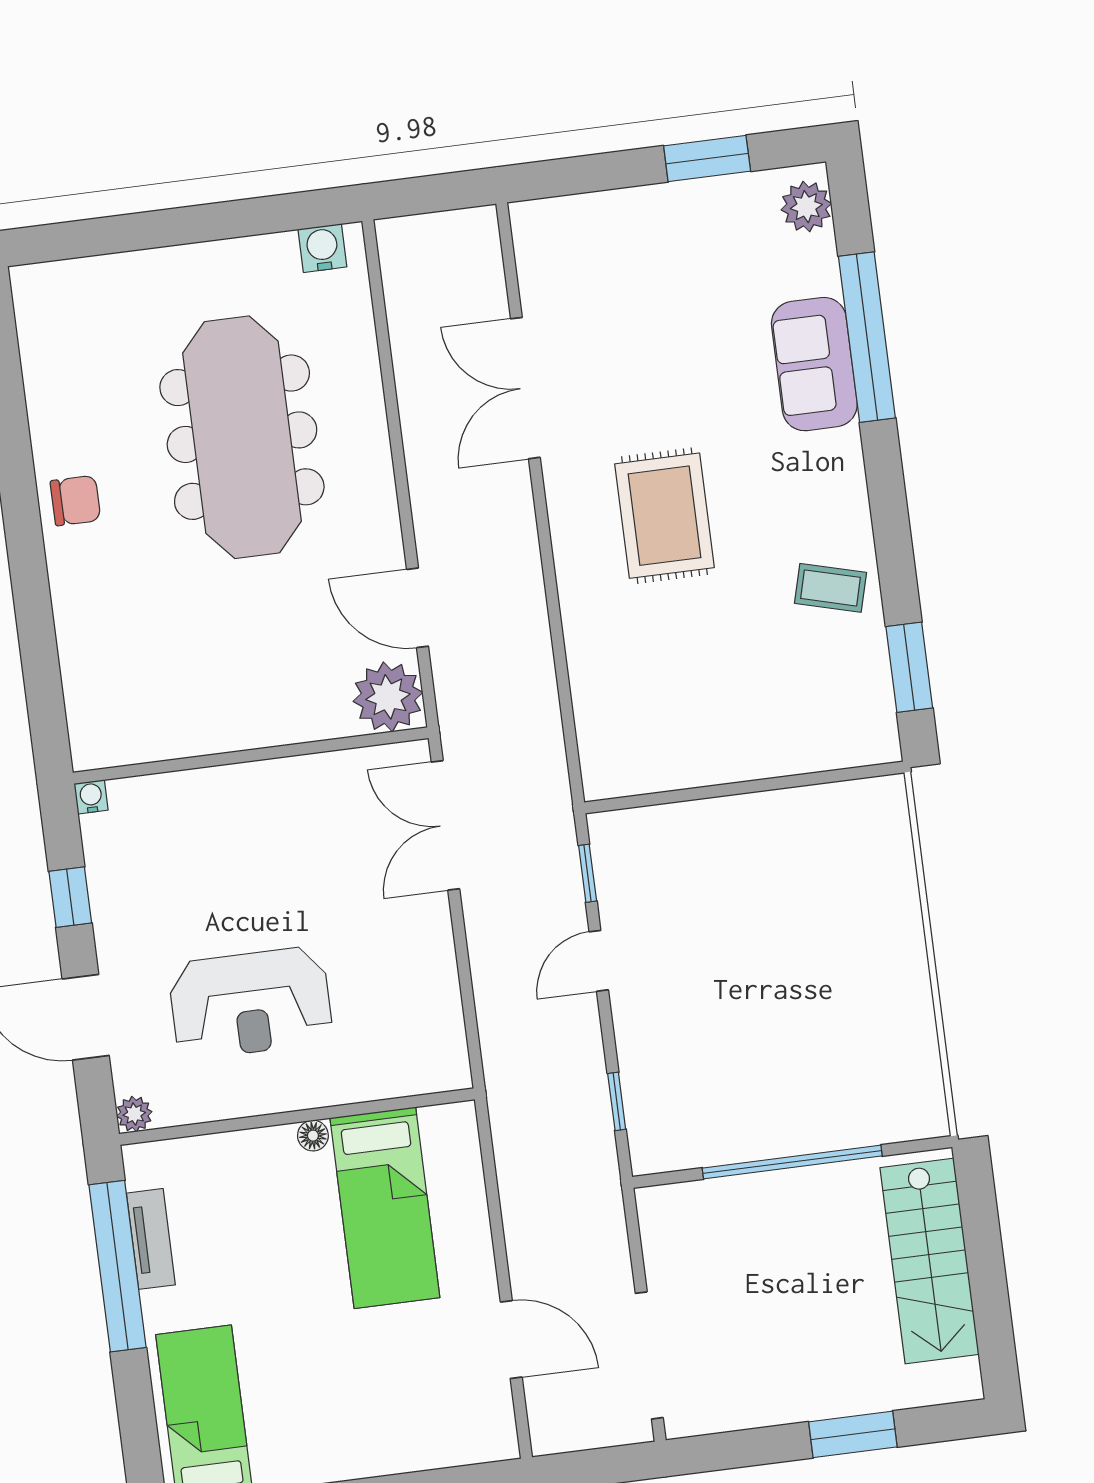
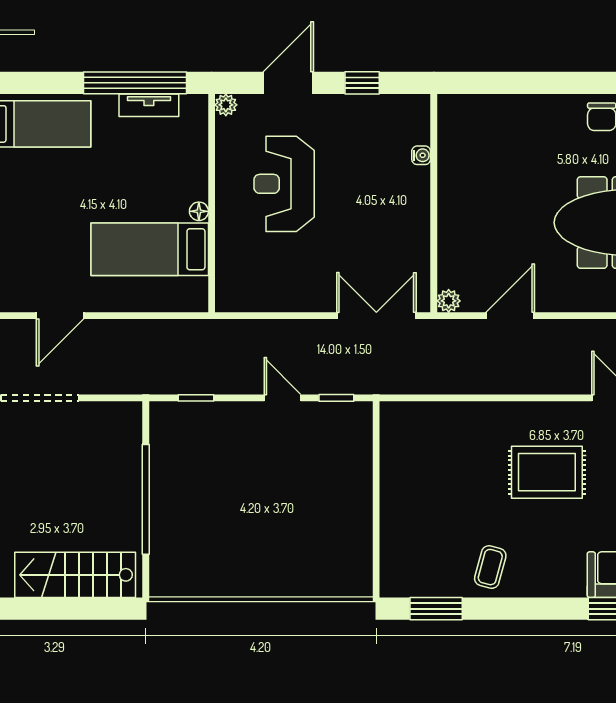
plant: (388, 697) -> (449, 301), width x0.53, depth x0.53
water cooler: (91, 797) -> (421, 155), moved

